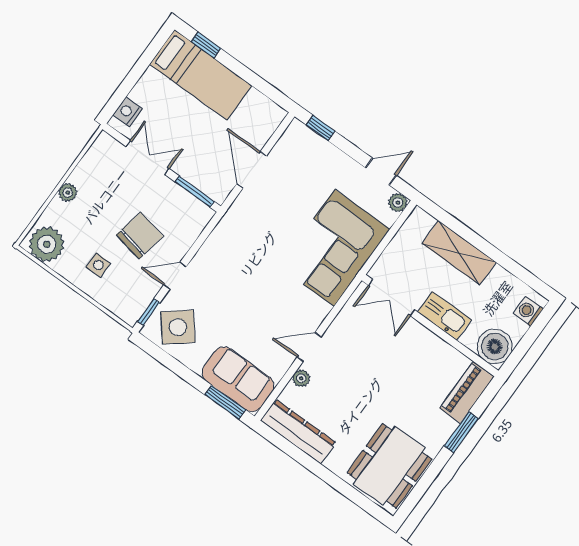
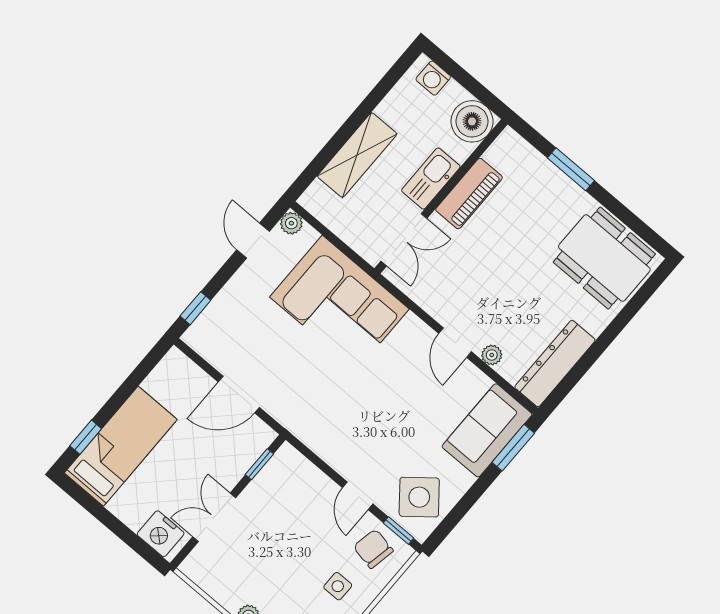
nightstand: (128, 112) -> (161, 534), width x1.36, depth x1.33
window: (195, 192) -> (259, 464), width x0.67
chair: (140, 236) -> (373, 549), moved, width x0.73, depth x0.73
piano: (467, 392) -> (469, 194), moved, turned -90

